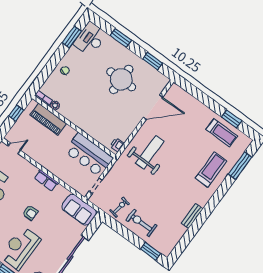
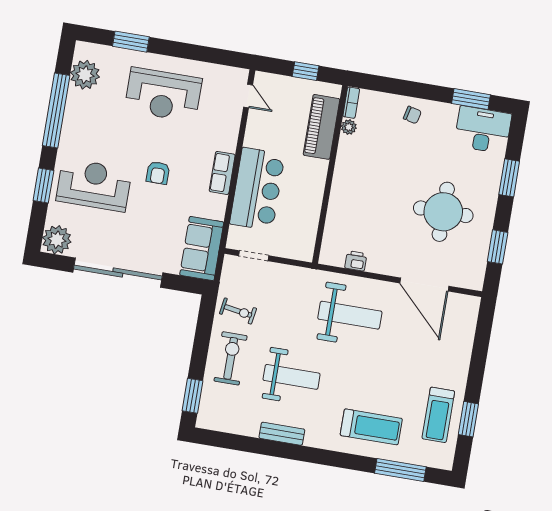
printer: (117, 145) -> (356, 261), moved
bar counter: (89, 155) -> (257, 189), moved, turned 180
weight bench: (166, 197) -> (292, 377), added

